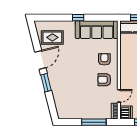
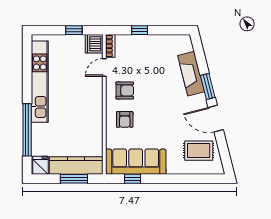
window: (78, 18) -> (132, 179), moved
door: (40, 60) -> (216, 119), hinge flipped
fireplace: (58, 92) -> (191, 74), added
window: (94, 122) -> (140, 30), width x0.46

